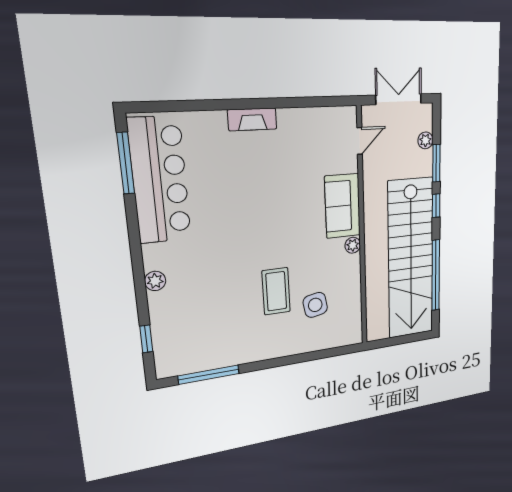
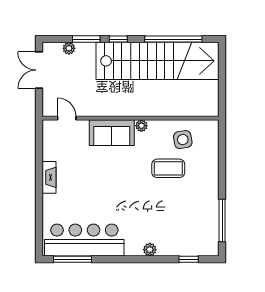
door: (360, 141) -> (67, 118), moved
sofa: (343, 206) -> (112, 133), moved
wall: (362, 230) -> (131, 118), moved
plant: (353, 245) -> (141, 126), moved

